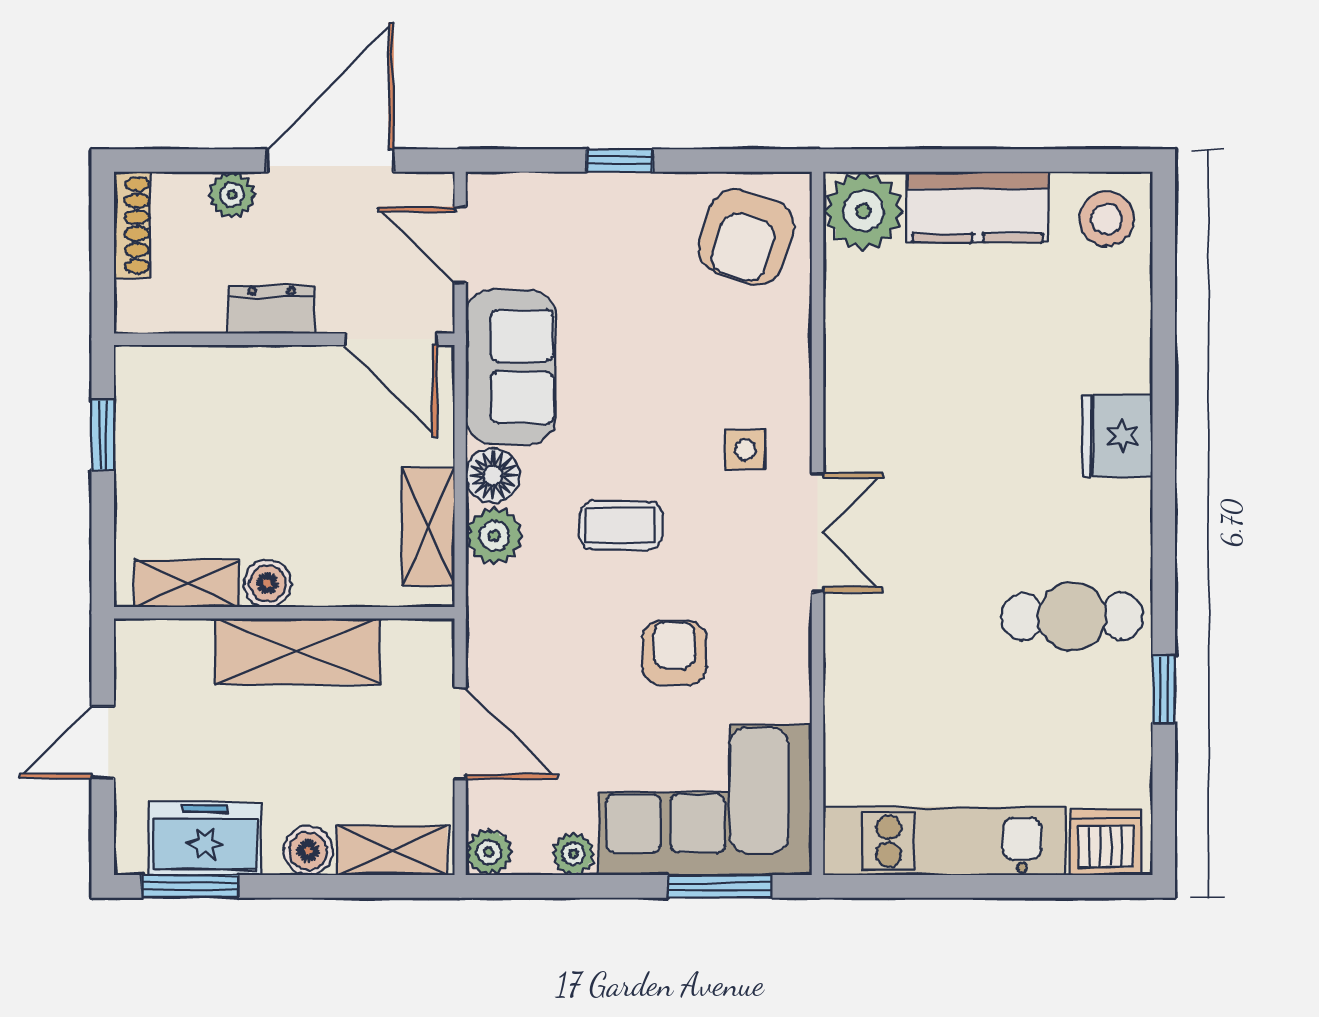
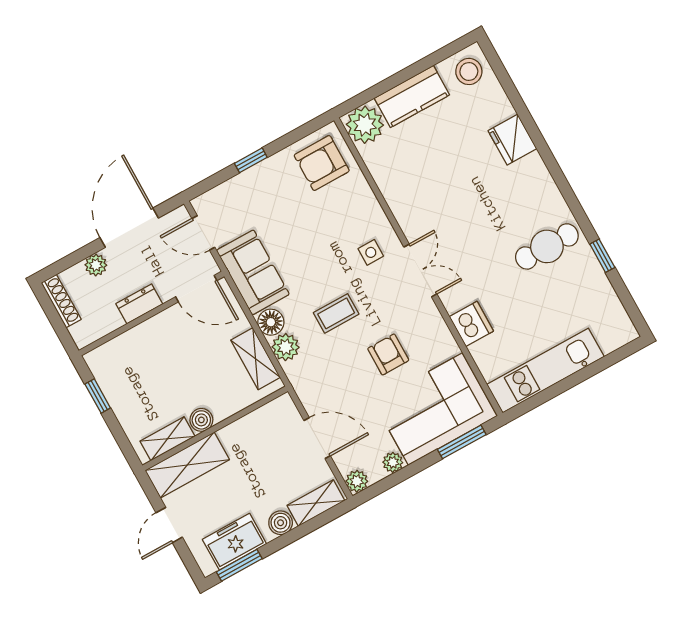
armchair: (746, 237) -> (322, 163), turned 72
fridge: (1117, 436) -> (512, 140), moved
shelving: (297, 651) -> (187, 465), moved
dishwasher: (1106, 842) -> (471, 324), moved, turned 90

